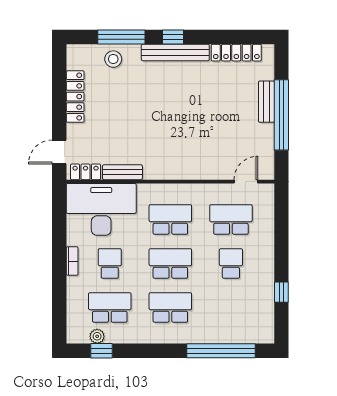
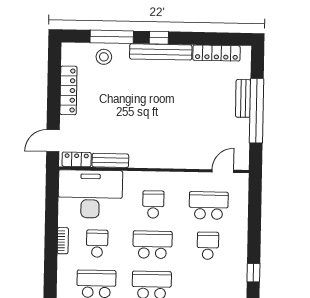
school desk: (170, 219) -> (153, 204), width x0.54

